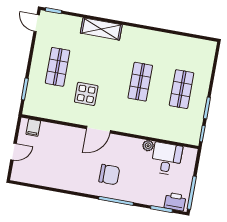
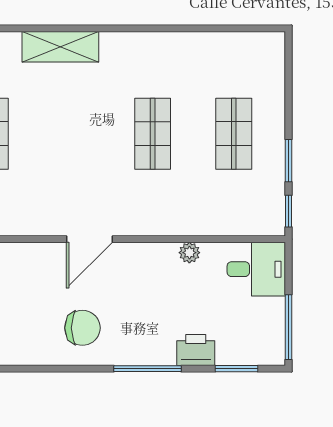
display table: (86, 94) -> (54, 175), removed
desk: (167, 159) -> (256, 269), moved, turned 90
chair: (109, 175) -> (82, 328), moved
printer: (175, 202) -> (196, 350), moved

